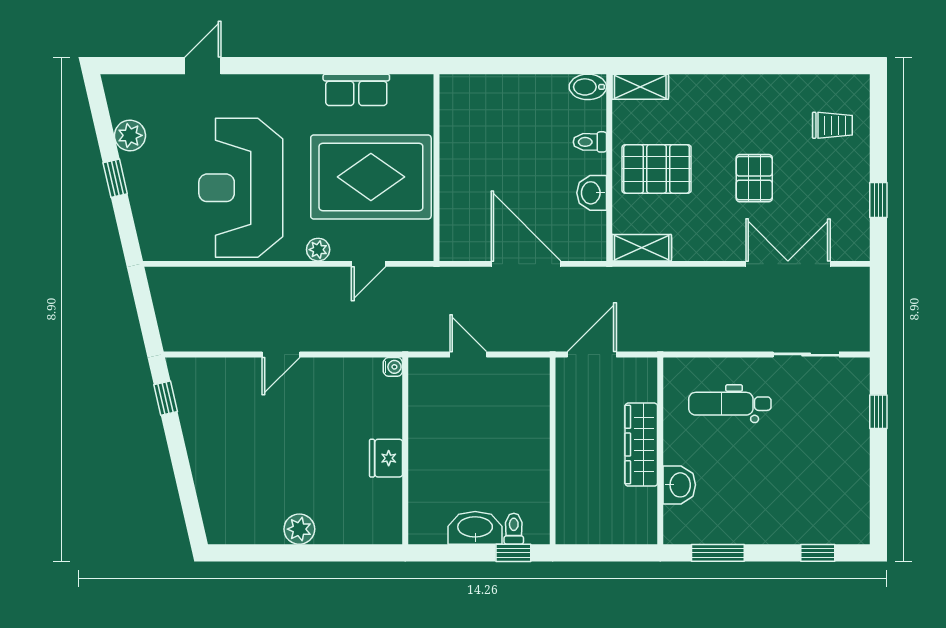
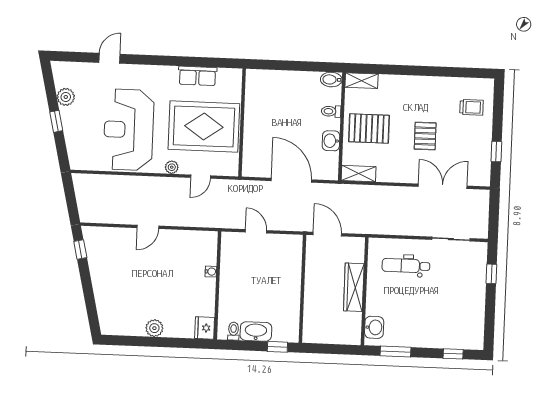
door: (592, 355) -> (327, 234), hinge flipped
water cooler: (393, 367) -> (211, 272), moved
fridge: (386, 458) -> (205, 328), moved
washbasin: (679, 485) -> (374, 327), moved
toilet: (514, 529) -> (233, 331), moved

